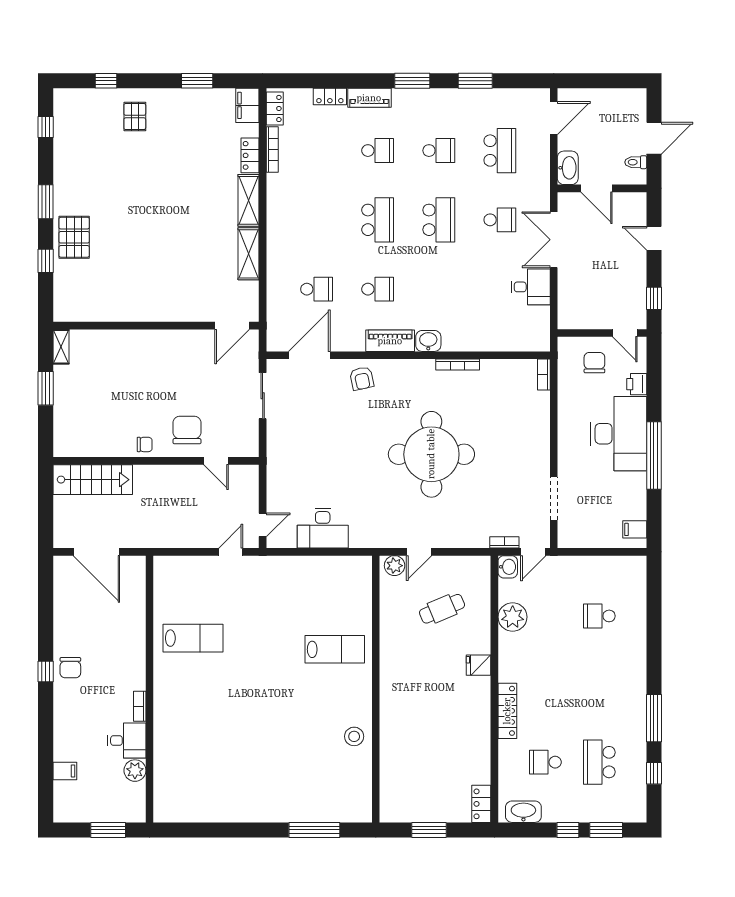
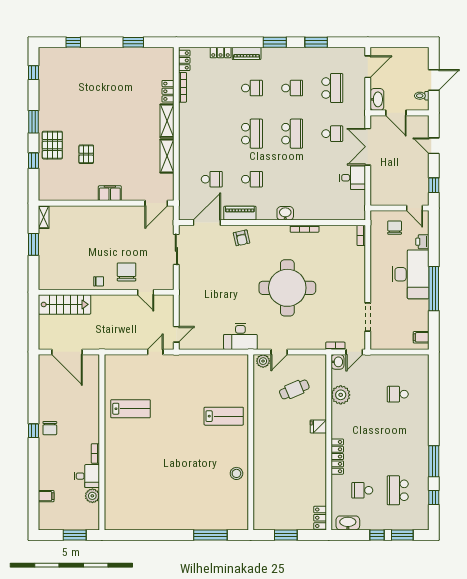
filing cabinet: (247, 105) -> (110, 193), moved, turned 90
pallet: (135, 117) -> (86, 154), moved
piano: (390, 341) -> (240, 213), moved
desk: (323, 528) -> (240, 336), moved

